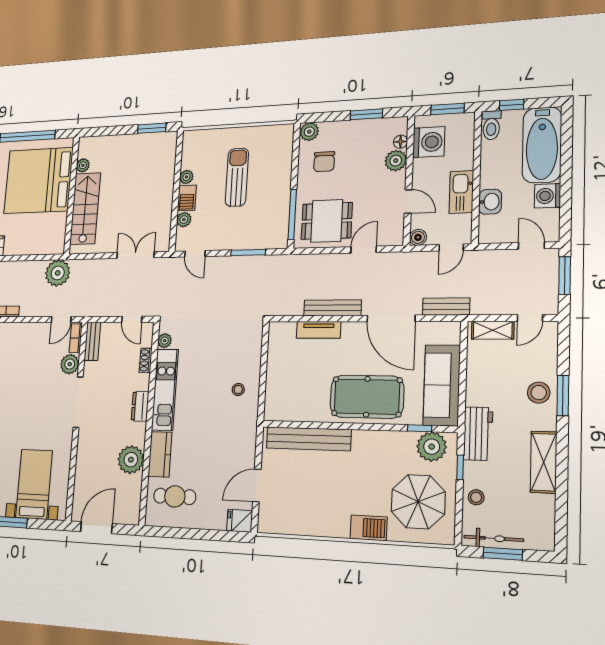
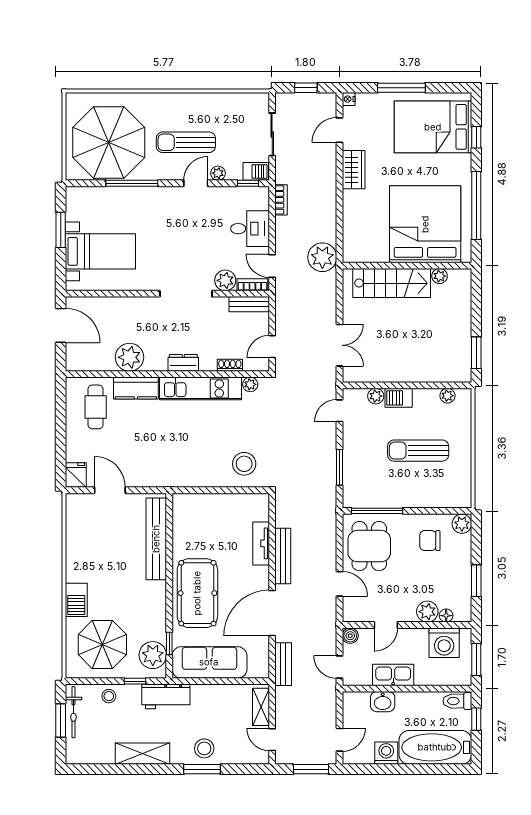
plant: (186, 177) -> (447, 396), moved
sun lounger: (237, 177) -> (418, 451), turned 180
desk: (27, 340) -> (250, 229), added
stool: (238, 389) -> (244, 464), moved, width x1.89, depth x1.89

